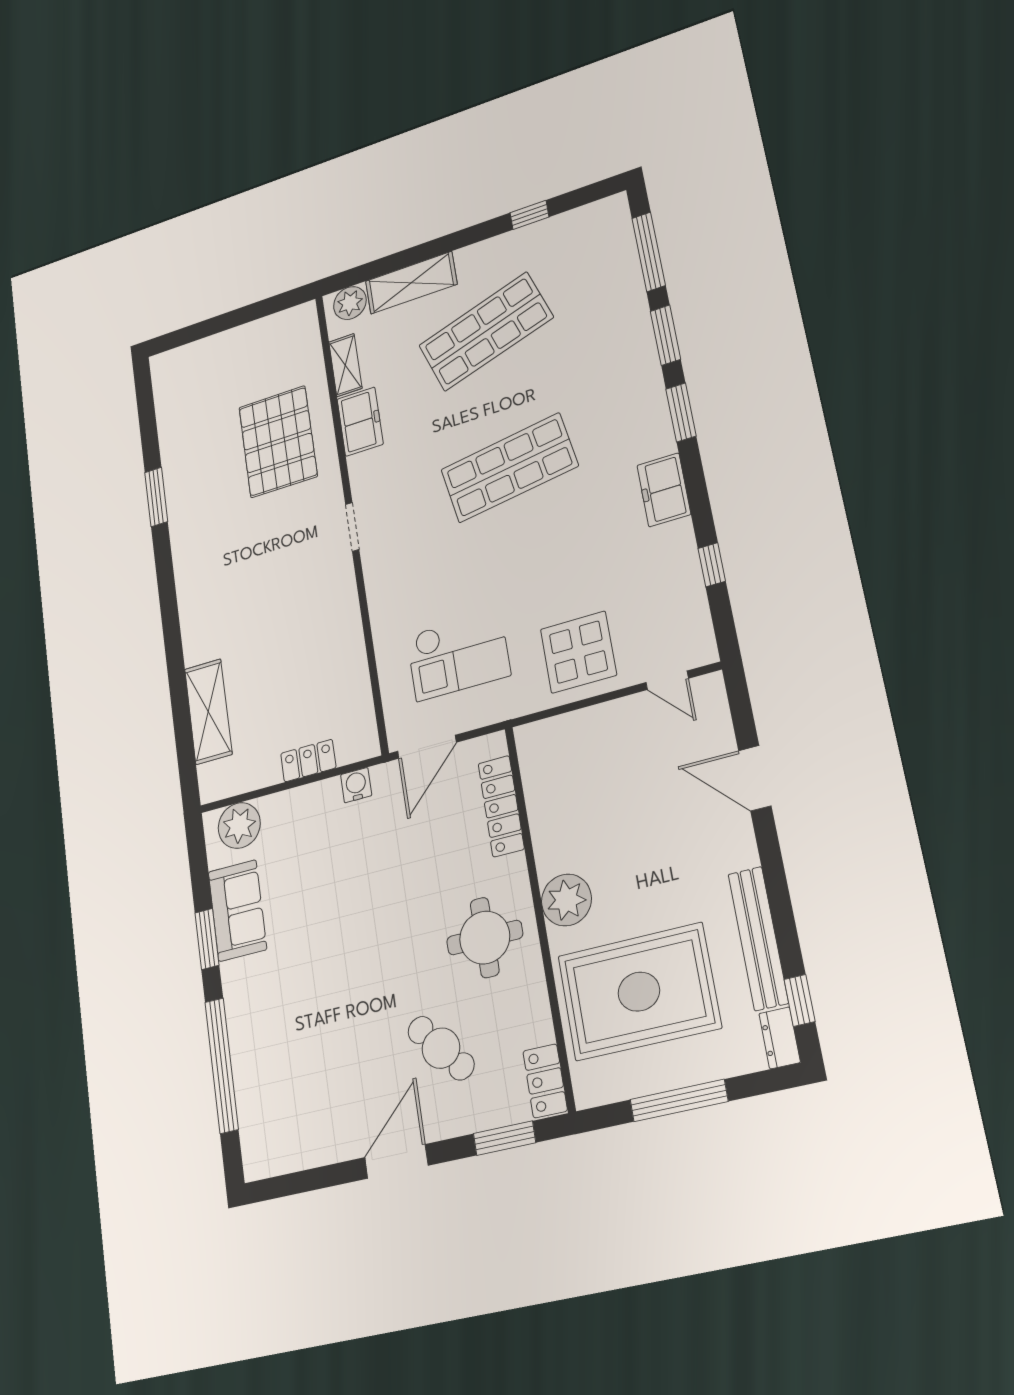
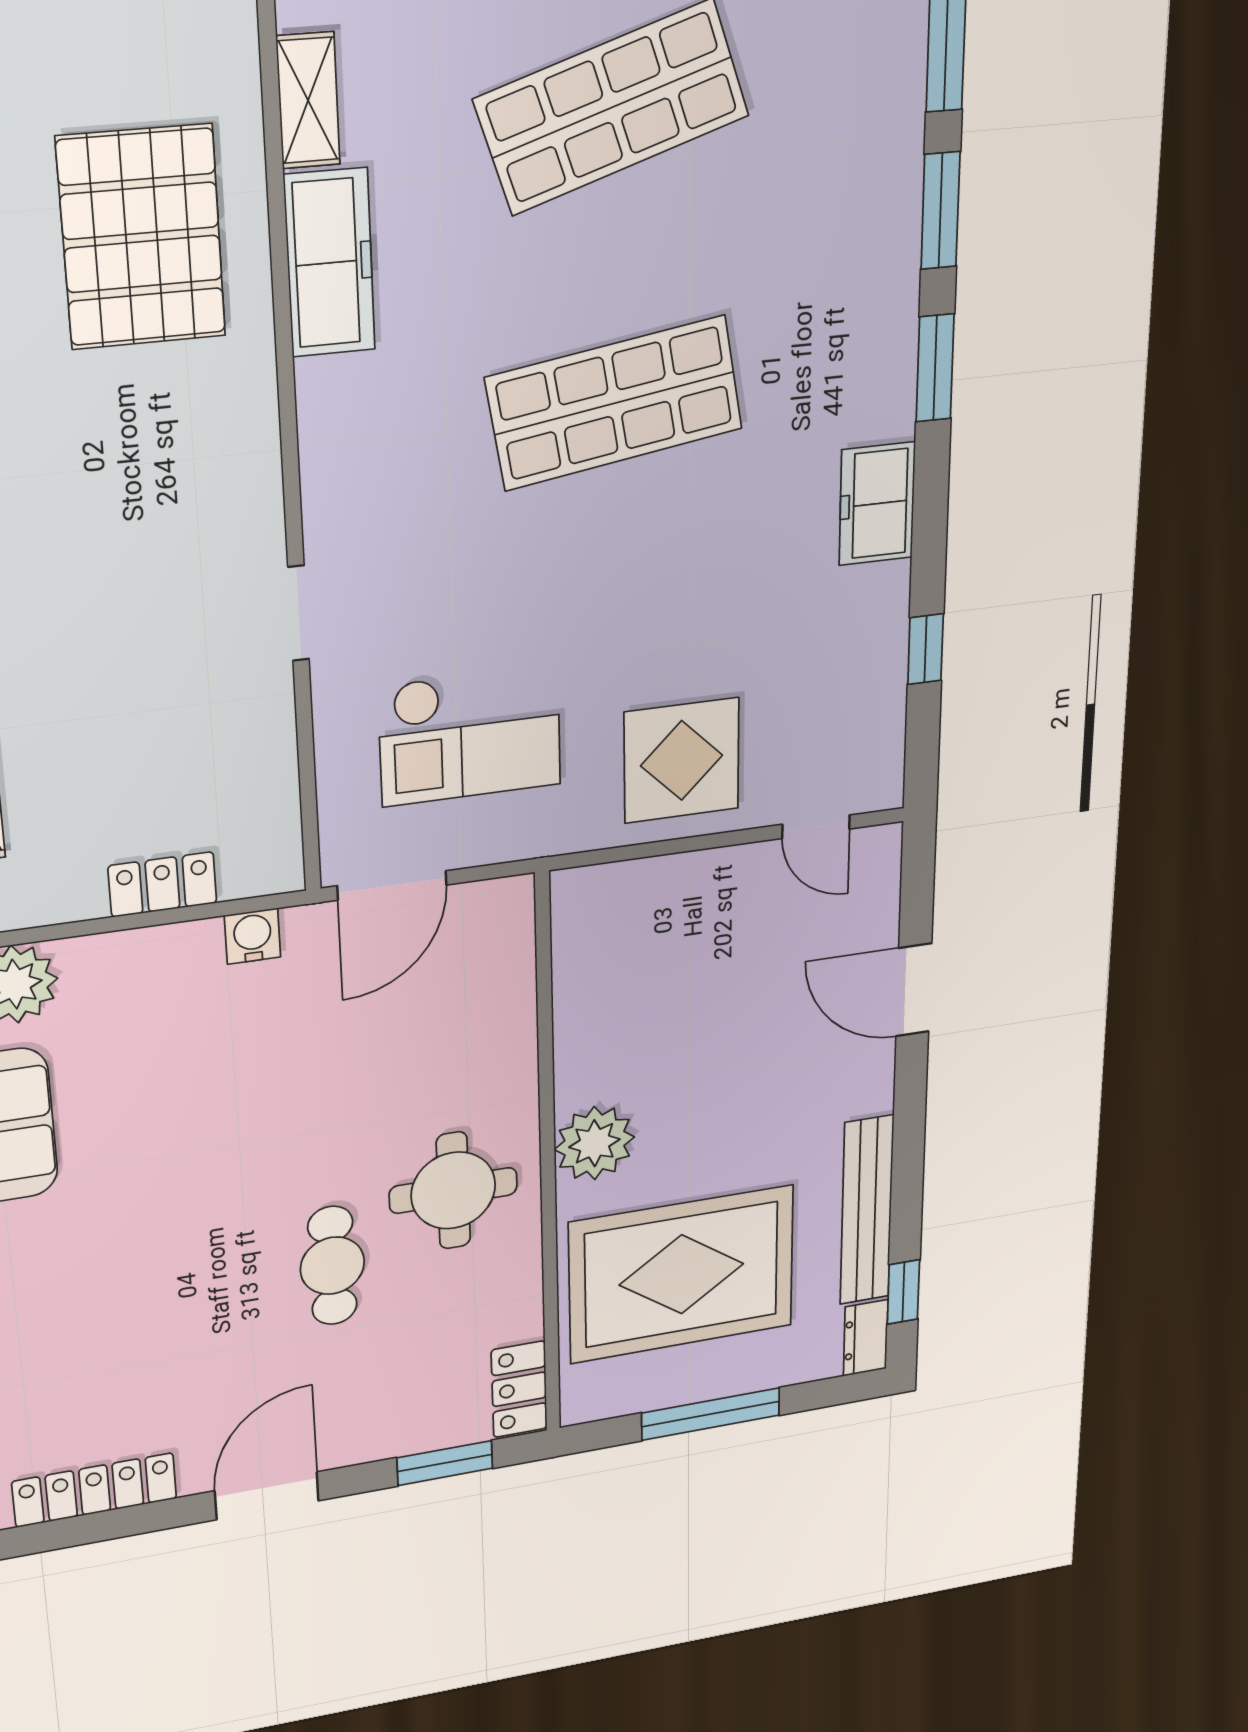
freezer: (360, 422) -> (330, 263), width x1.40
doorway: (352, 527) -> (298, 613), moved
locker: (501, 806) -> (95, 1490), moved, turned 90
cafe table: (441, 1048) -> (332, 1266), moved, turned 40

